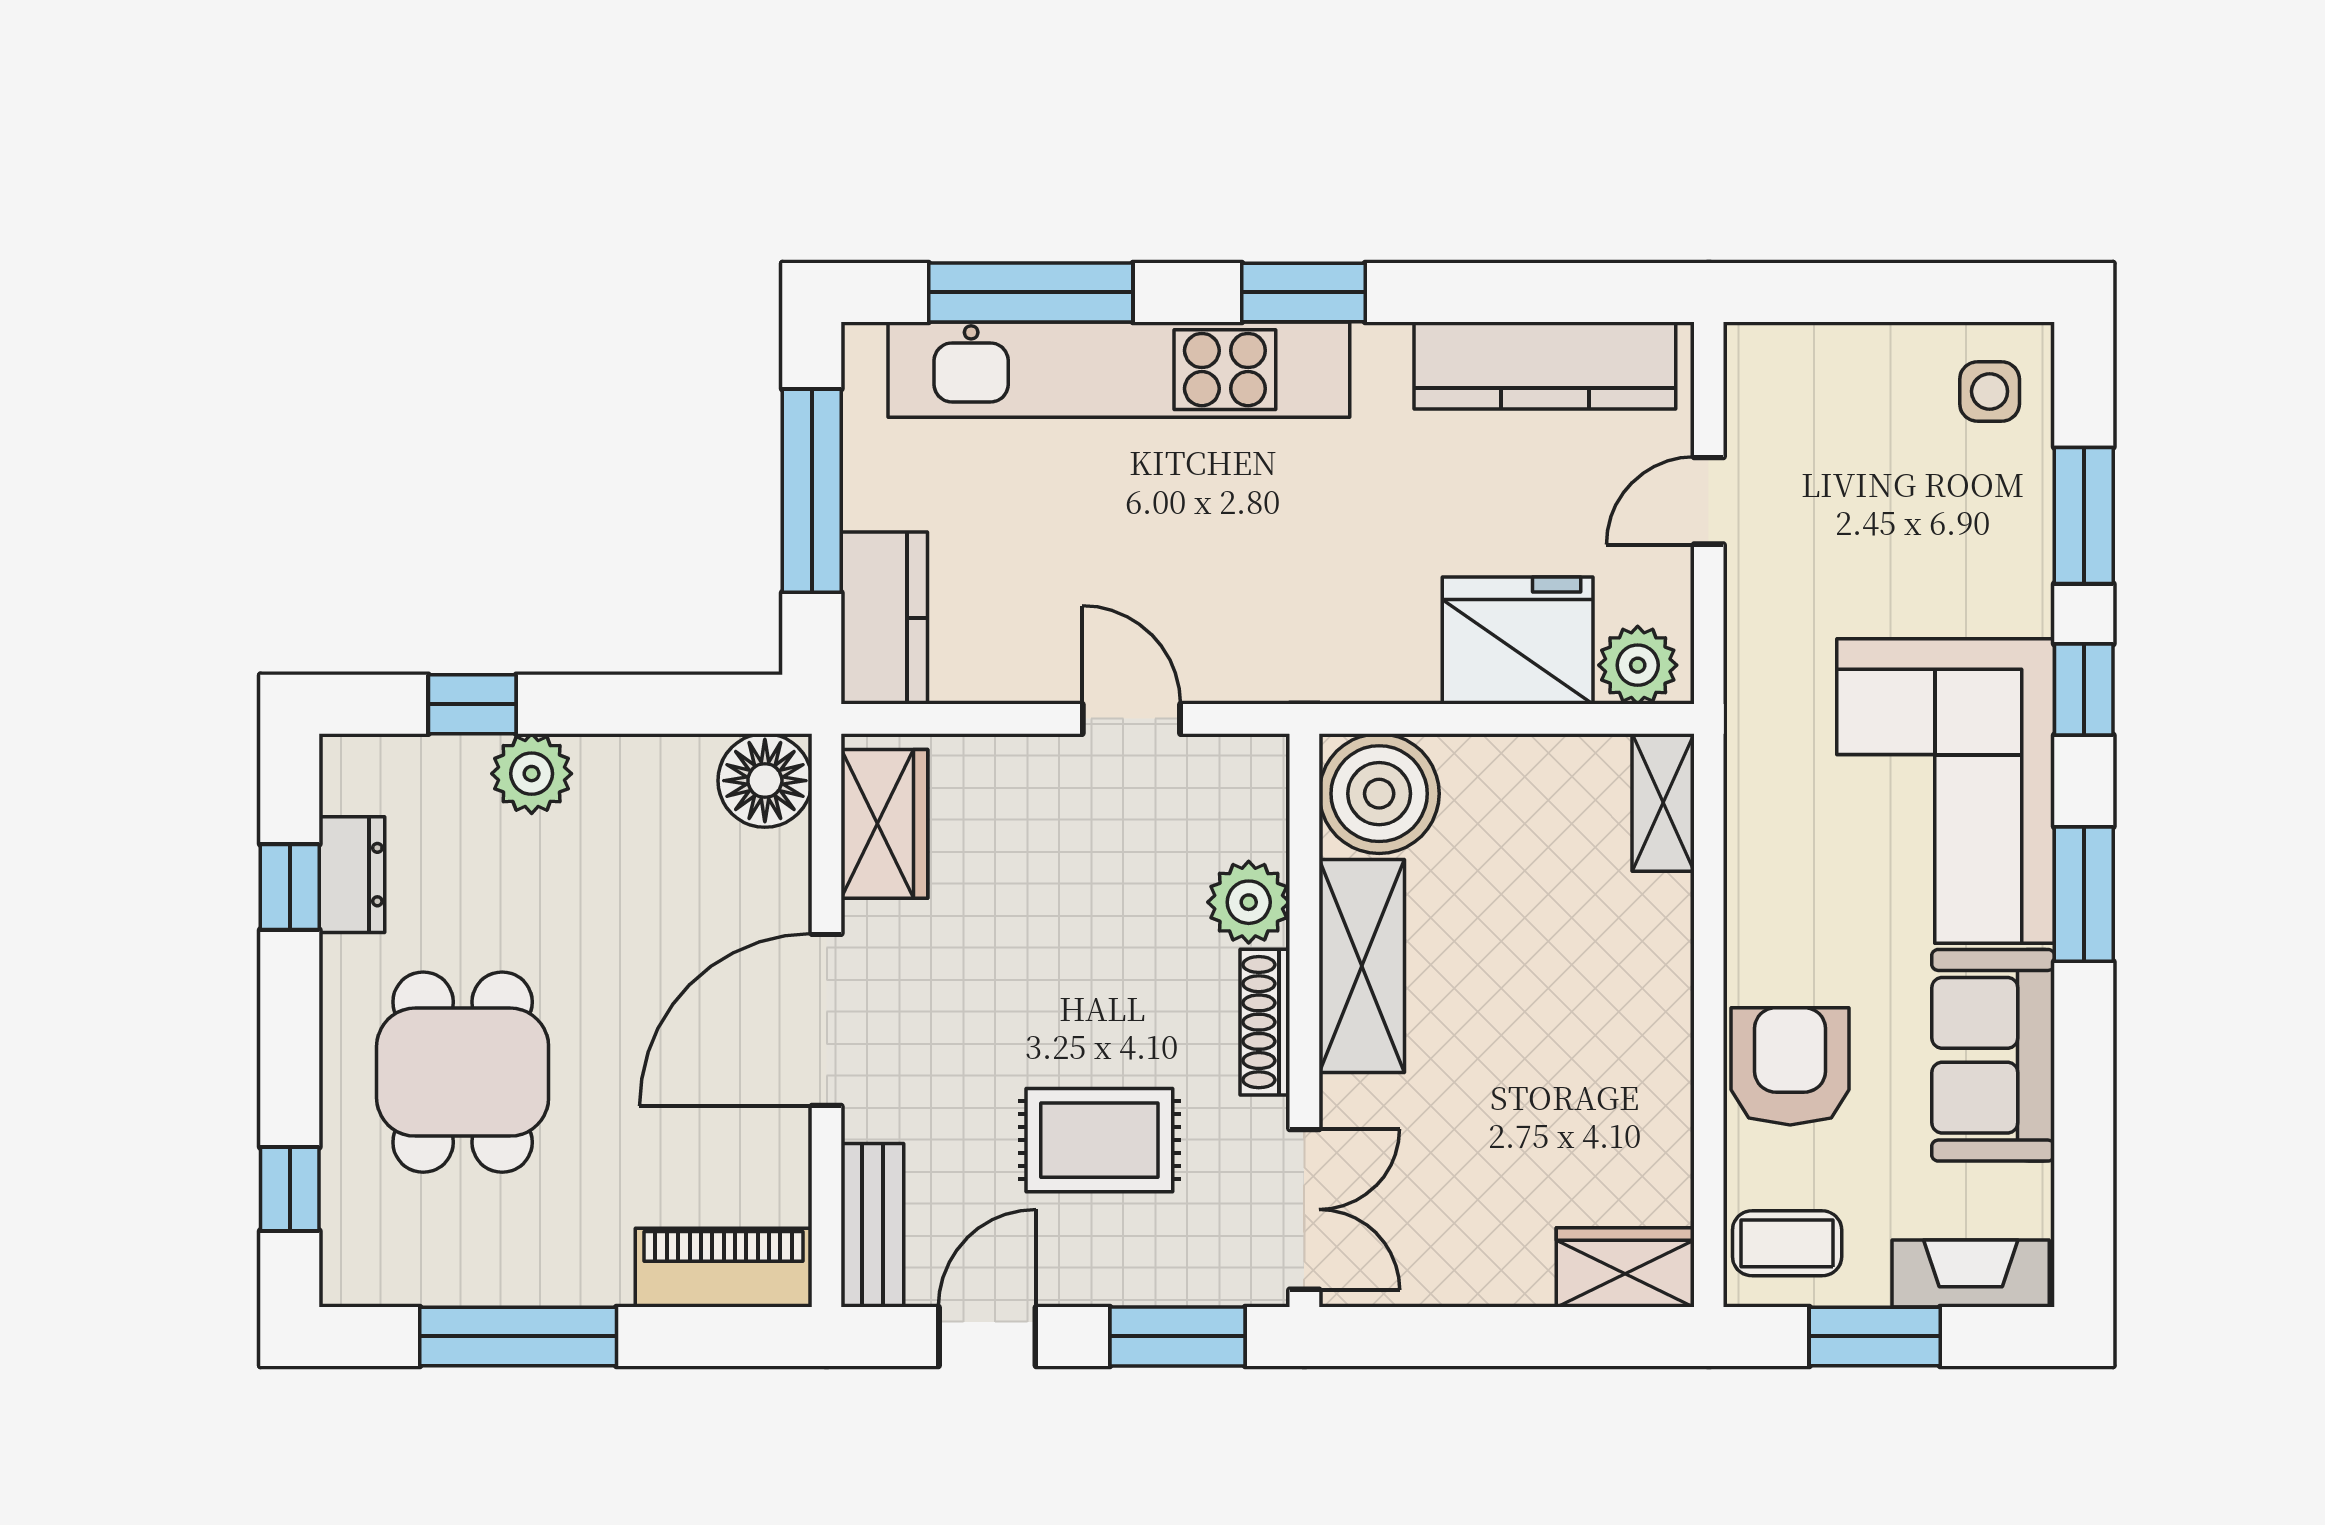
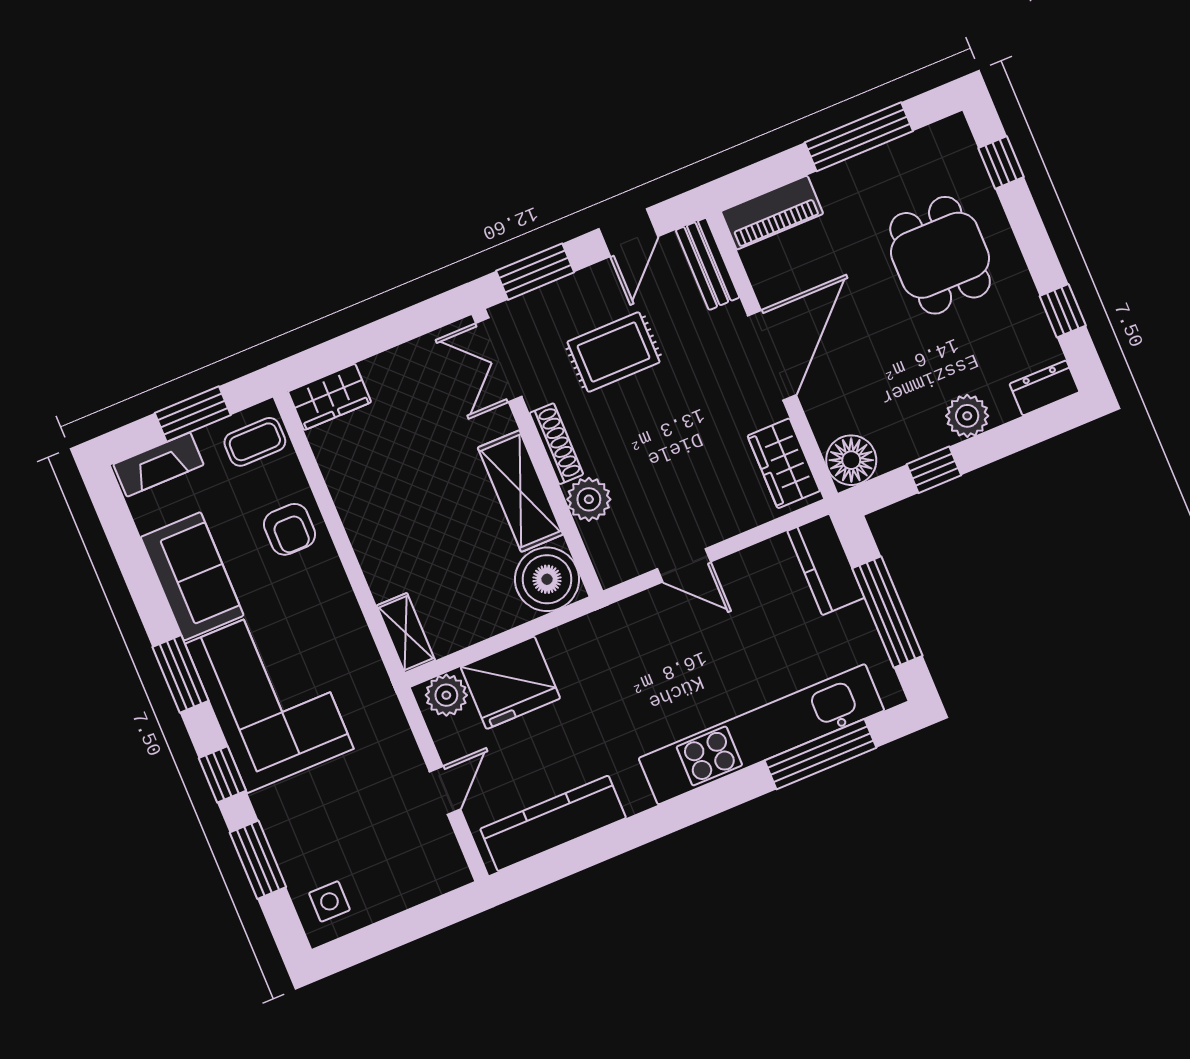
window: (1304, 292) -> (687, 810), removed
window: (472, 704) -> (934, 470), moved
dresser: (352, 875) -> (1044, 388), moved, turned 90
armchair: (1790, 1066) -> (290, 529), width x0.72, depth x0.72

